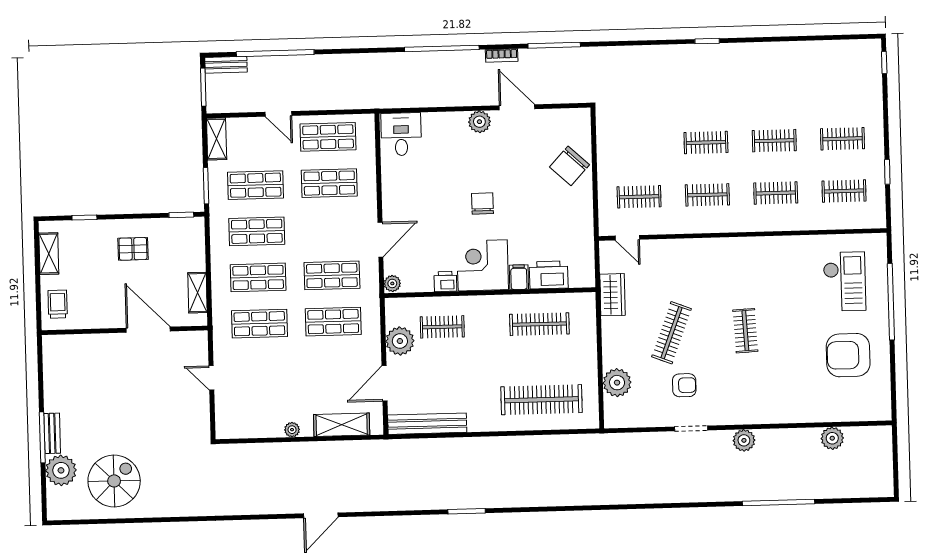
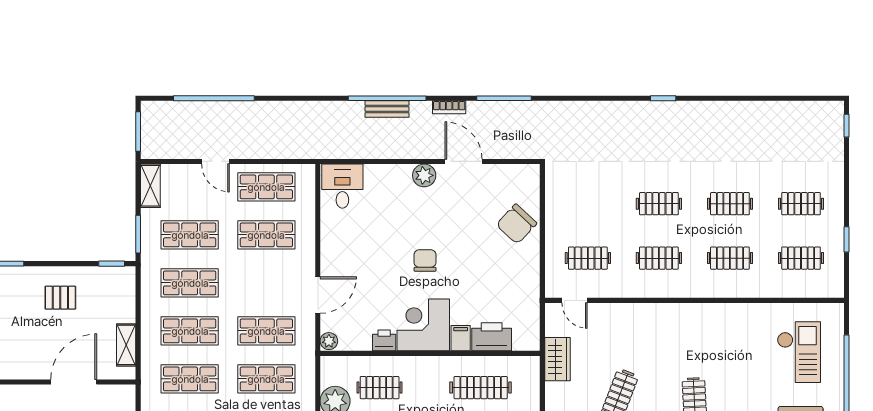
bench: (226, 65) -> (387, 109), moved
door: (148, 330) -> (74, 382), hinge flipped

